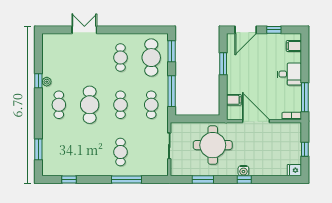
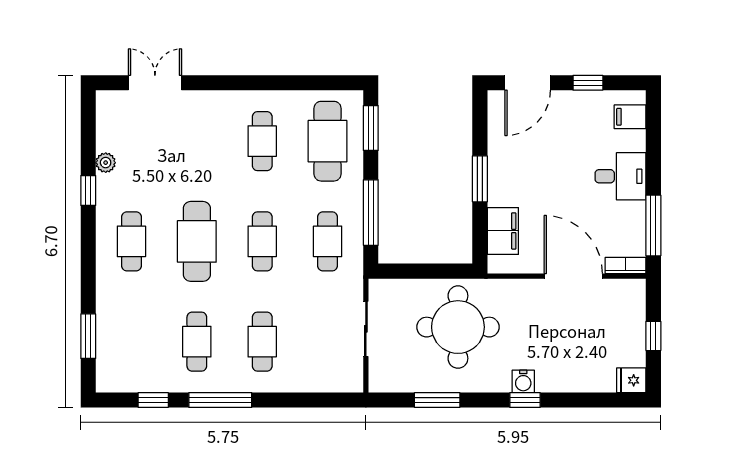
double door: (84, 30) -> (155, 83), moved
window: (223, 64) -> (480, 179), moved
plant: (47, 82) -> (106, 163), moved
filing cabinet: (234, 100) -> (503, 231), width x2.00
door: (256, 121) -> (573, 276), moved
cafe table: (90, 152) -> (197, 342), added
window: (127, 180) -> (220, 400), moved

